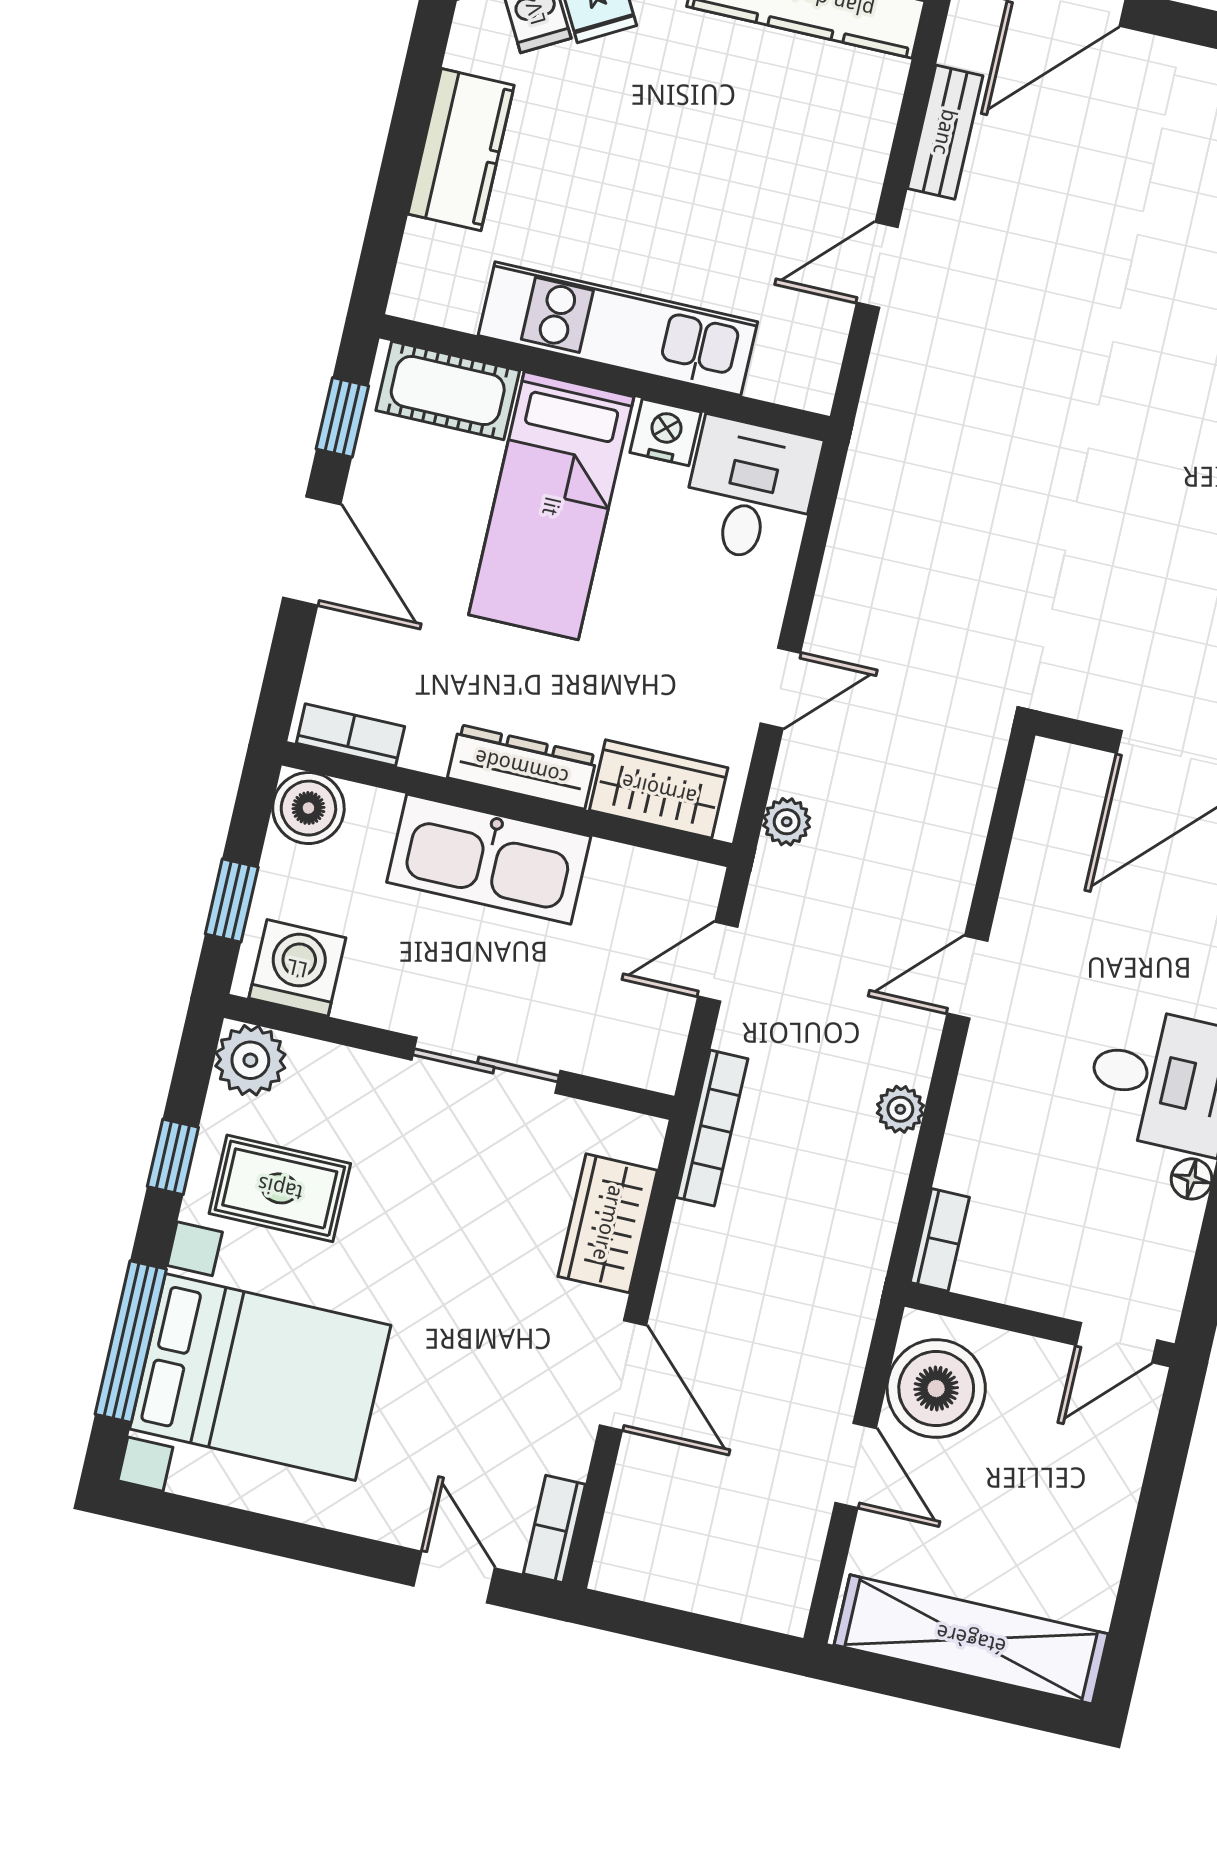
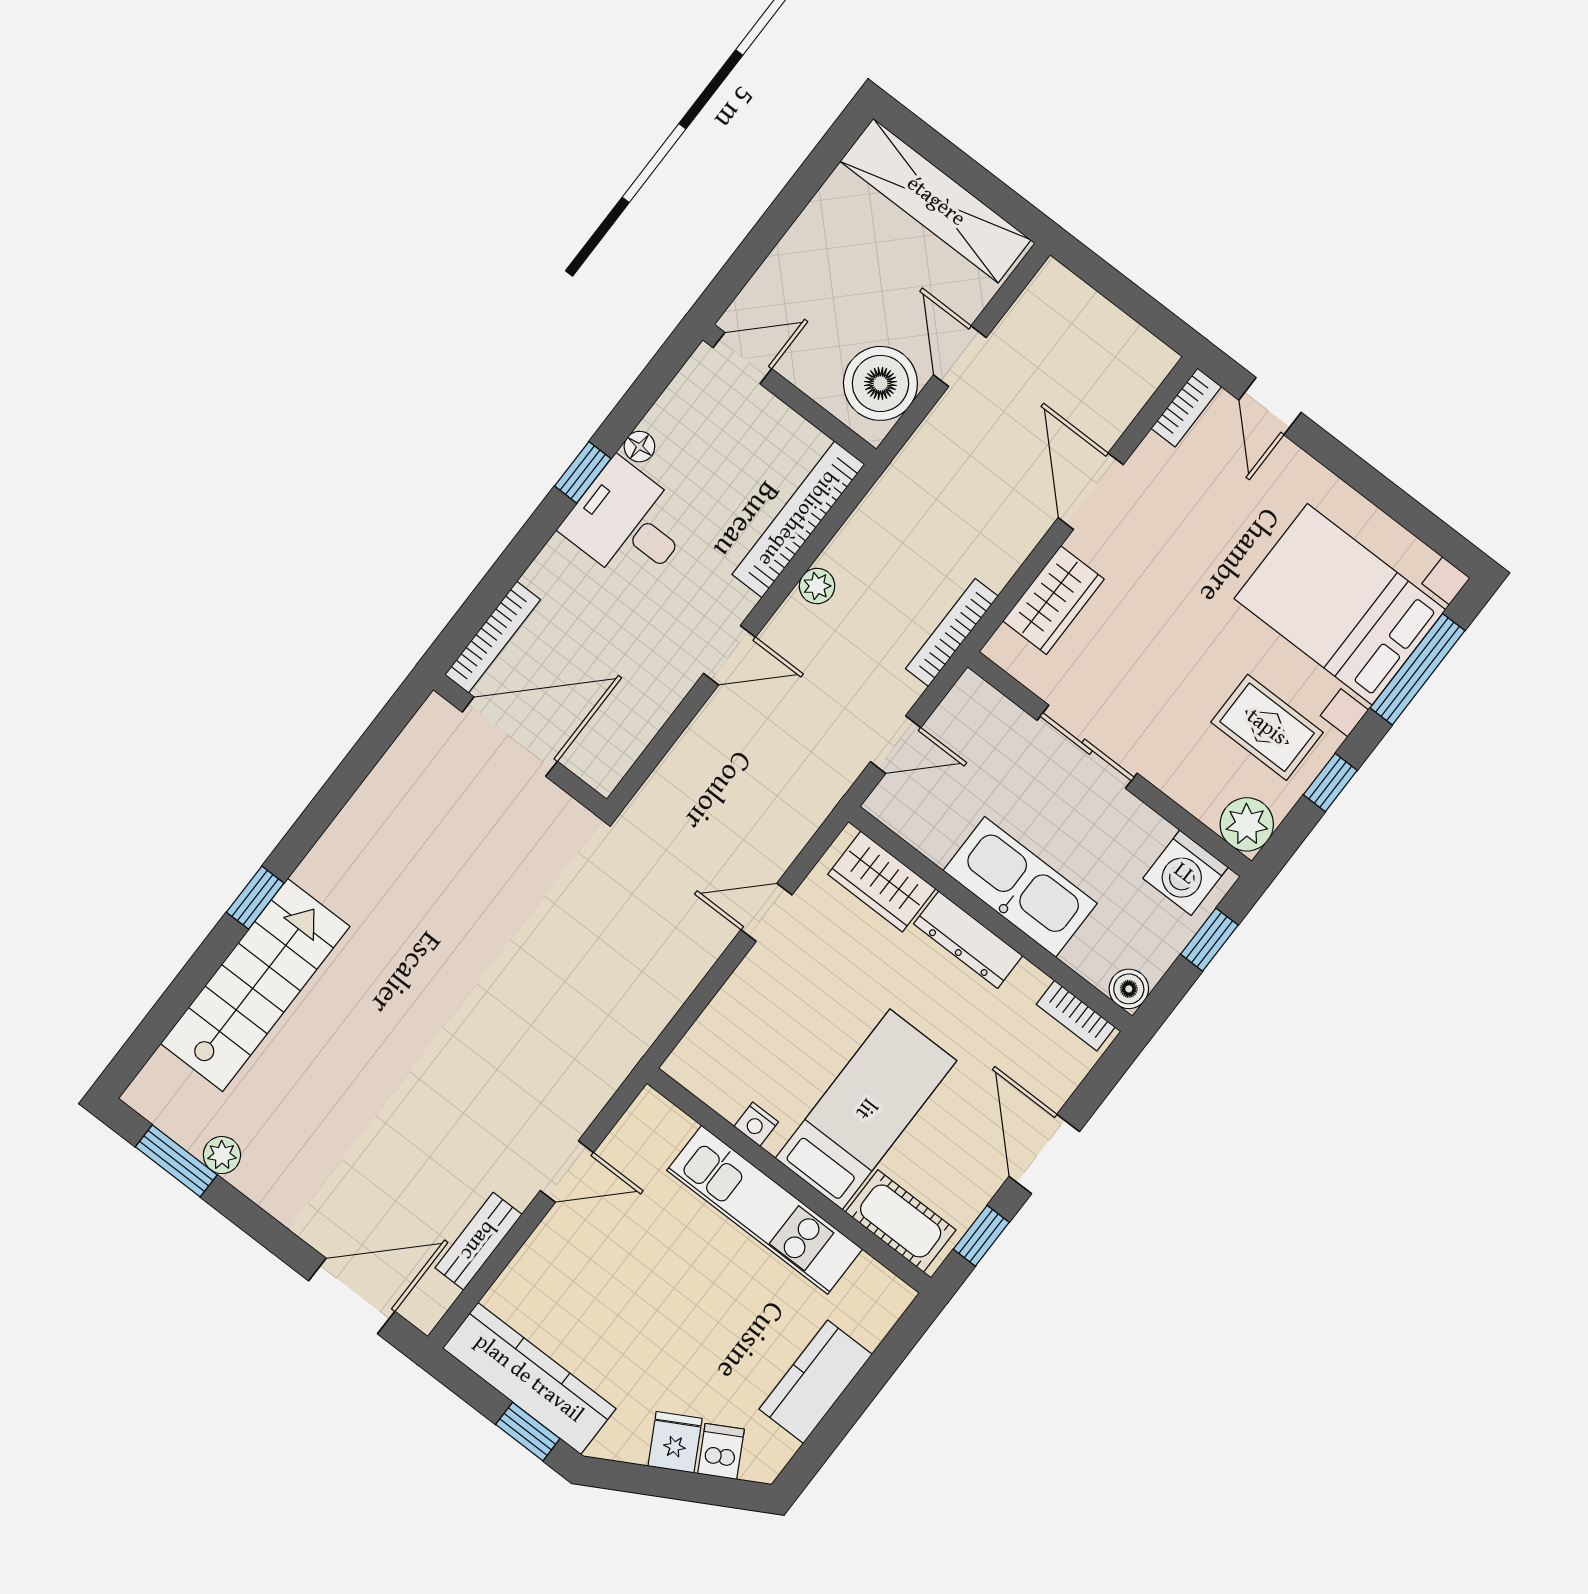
nightstand: (666, 432) -> (756, 1124), width x0.72, depth x0.74
desk: (751, 491) -> (725, 1057), removed
boiler: (308, 808) -> (1129, 989), width x0.73, depth x0.73
plant: (787, 822) -> (804, 819), removed
bookcase: (940, 1240) -> (798, 519), width x2.31, depth x1.31

